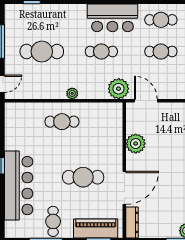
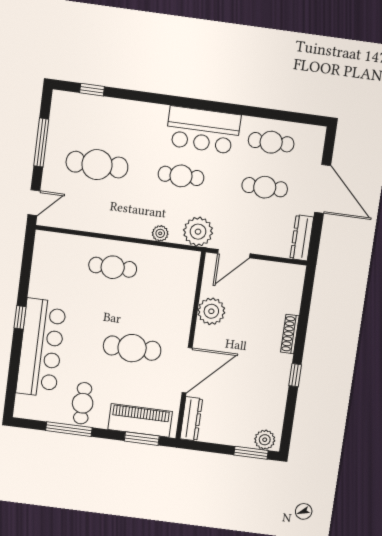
plant: (72, 93) -> (160, 233), moved
door: (146, 101) -> (234, 254), swing flipped

